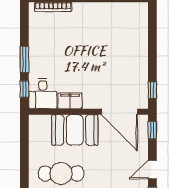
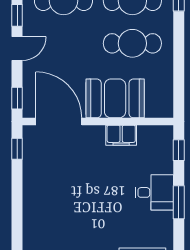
window: (24, 59) -> (179, 202), moved
desk: (43, 94) -> (154, 192), moved, turned 90

